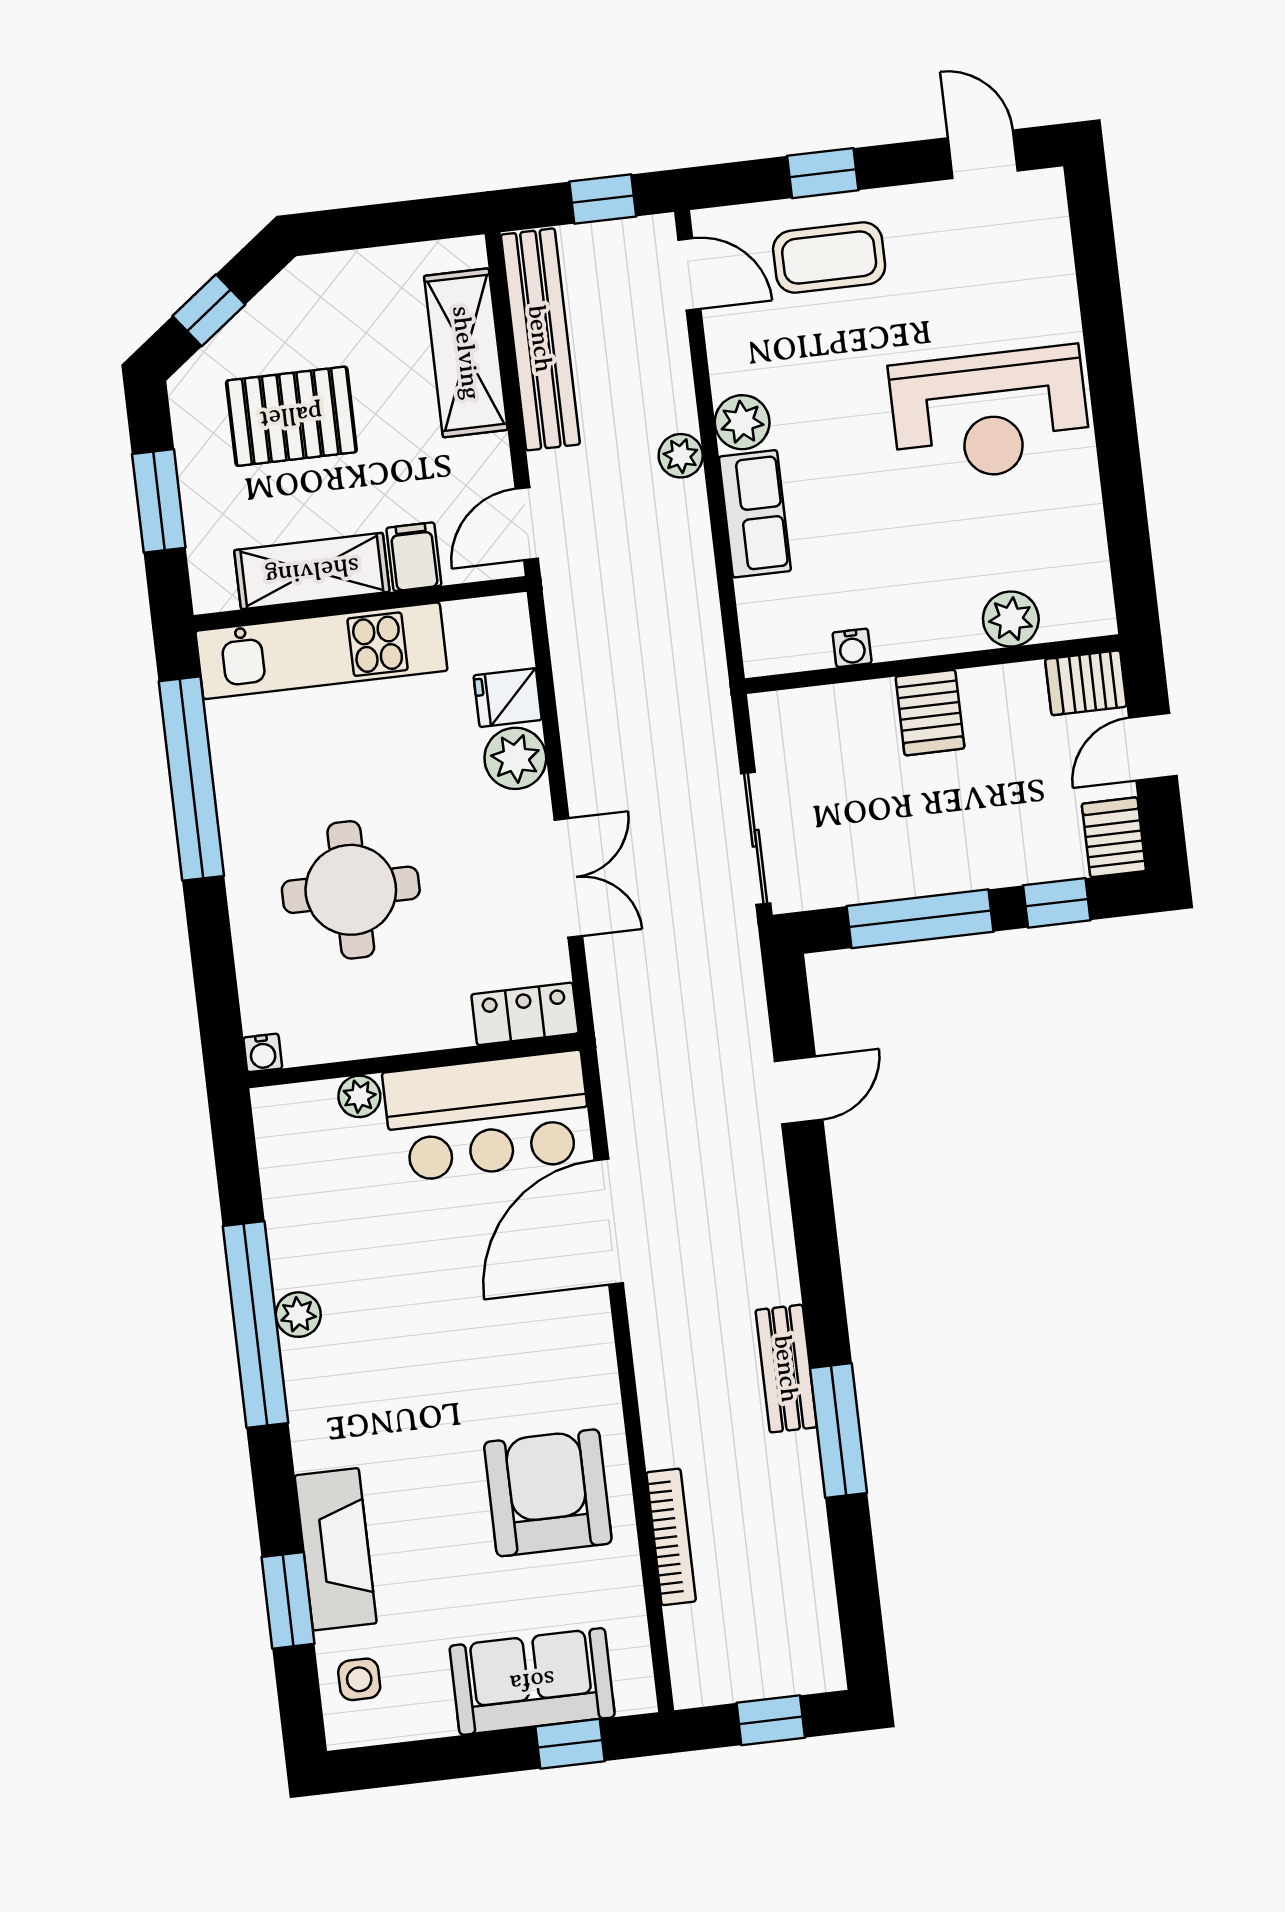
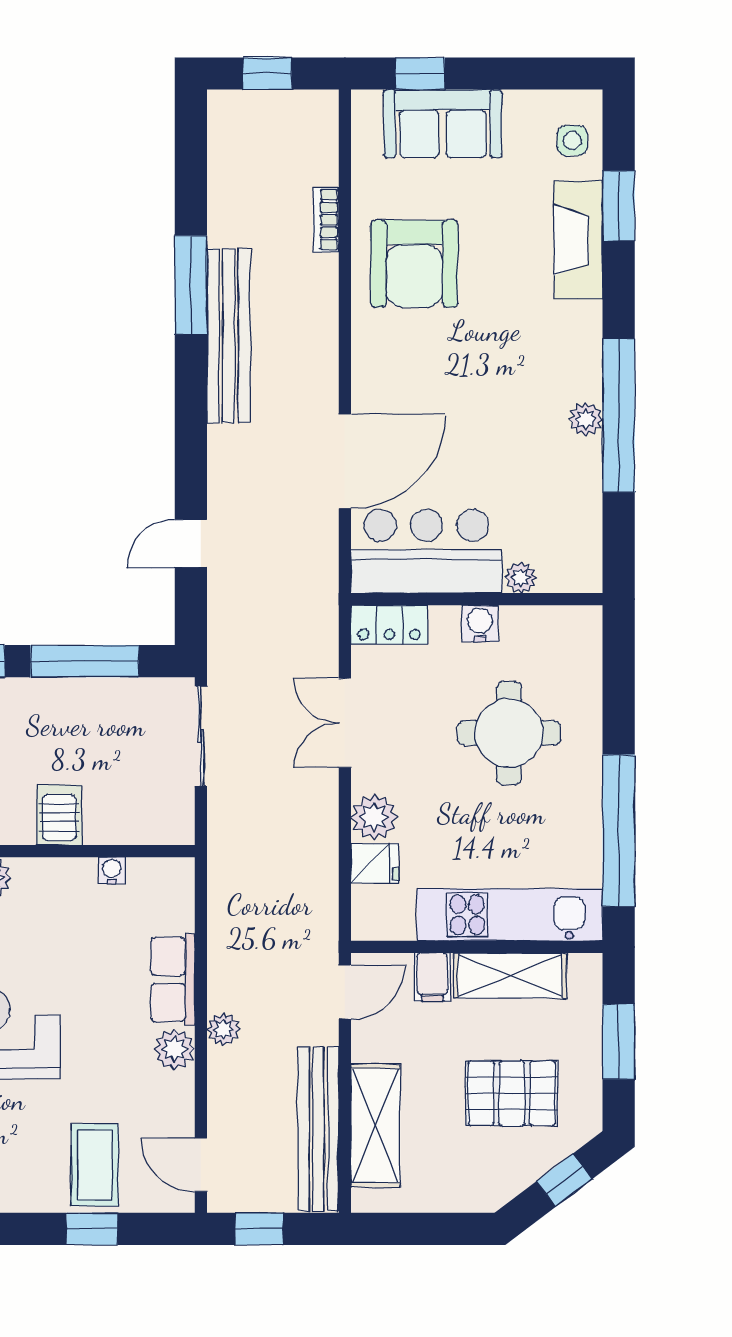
coffee table: (829, 258) -> (95, 1165), turned 90
water cooler: (263, 1053) -> (480, 624), moved, width x1.38, depth x1.38
bench: (786, 1369) -> (229, 336), width x1.86, depth x1.21
bookcase: (671, 1537) -> (326, 220), width x0.64

